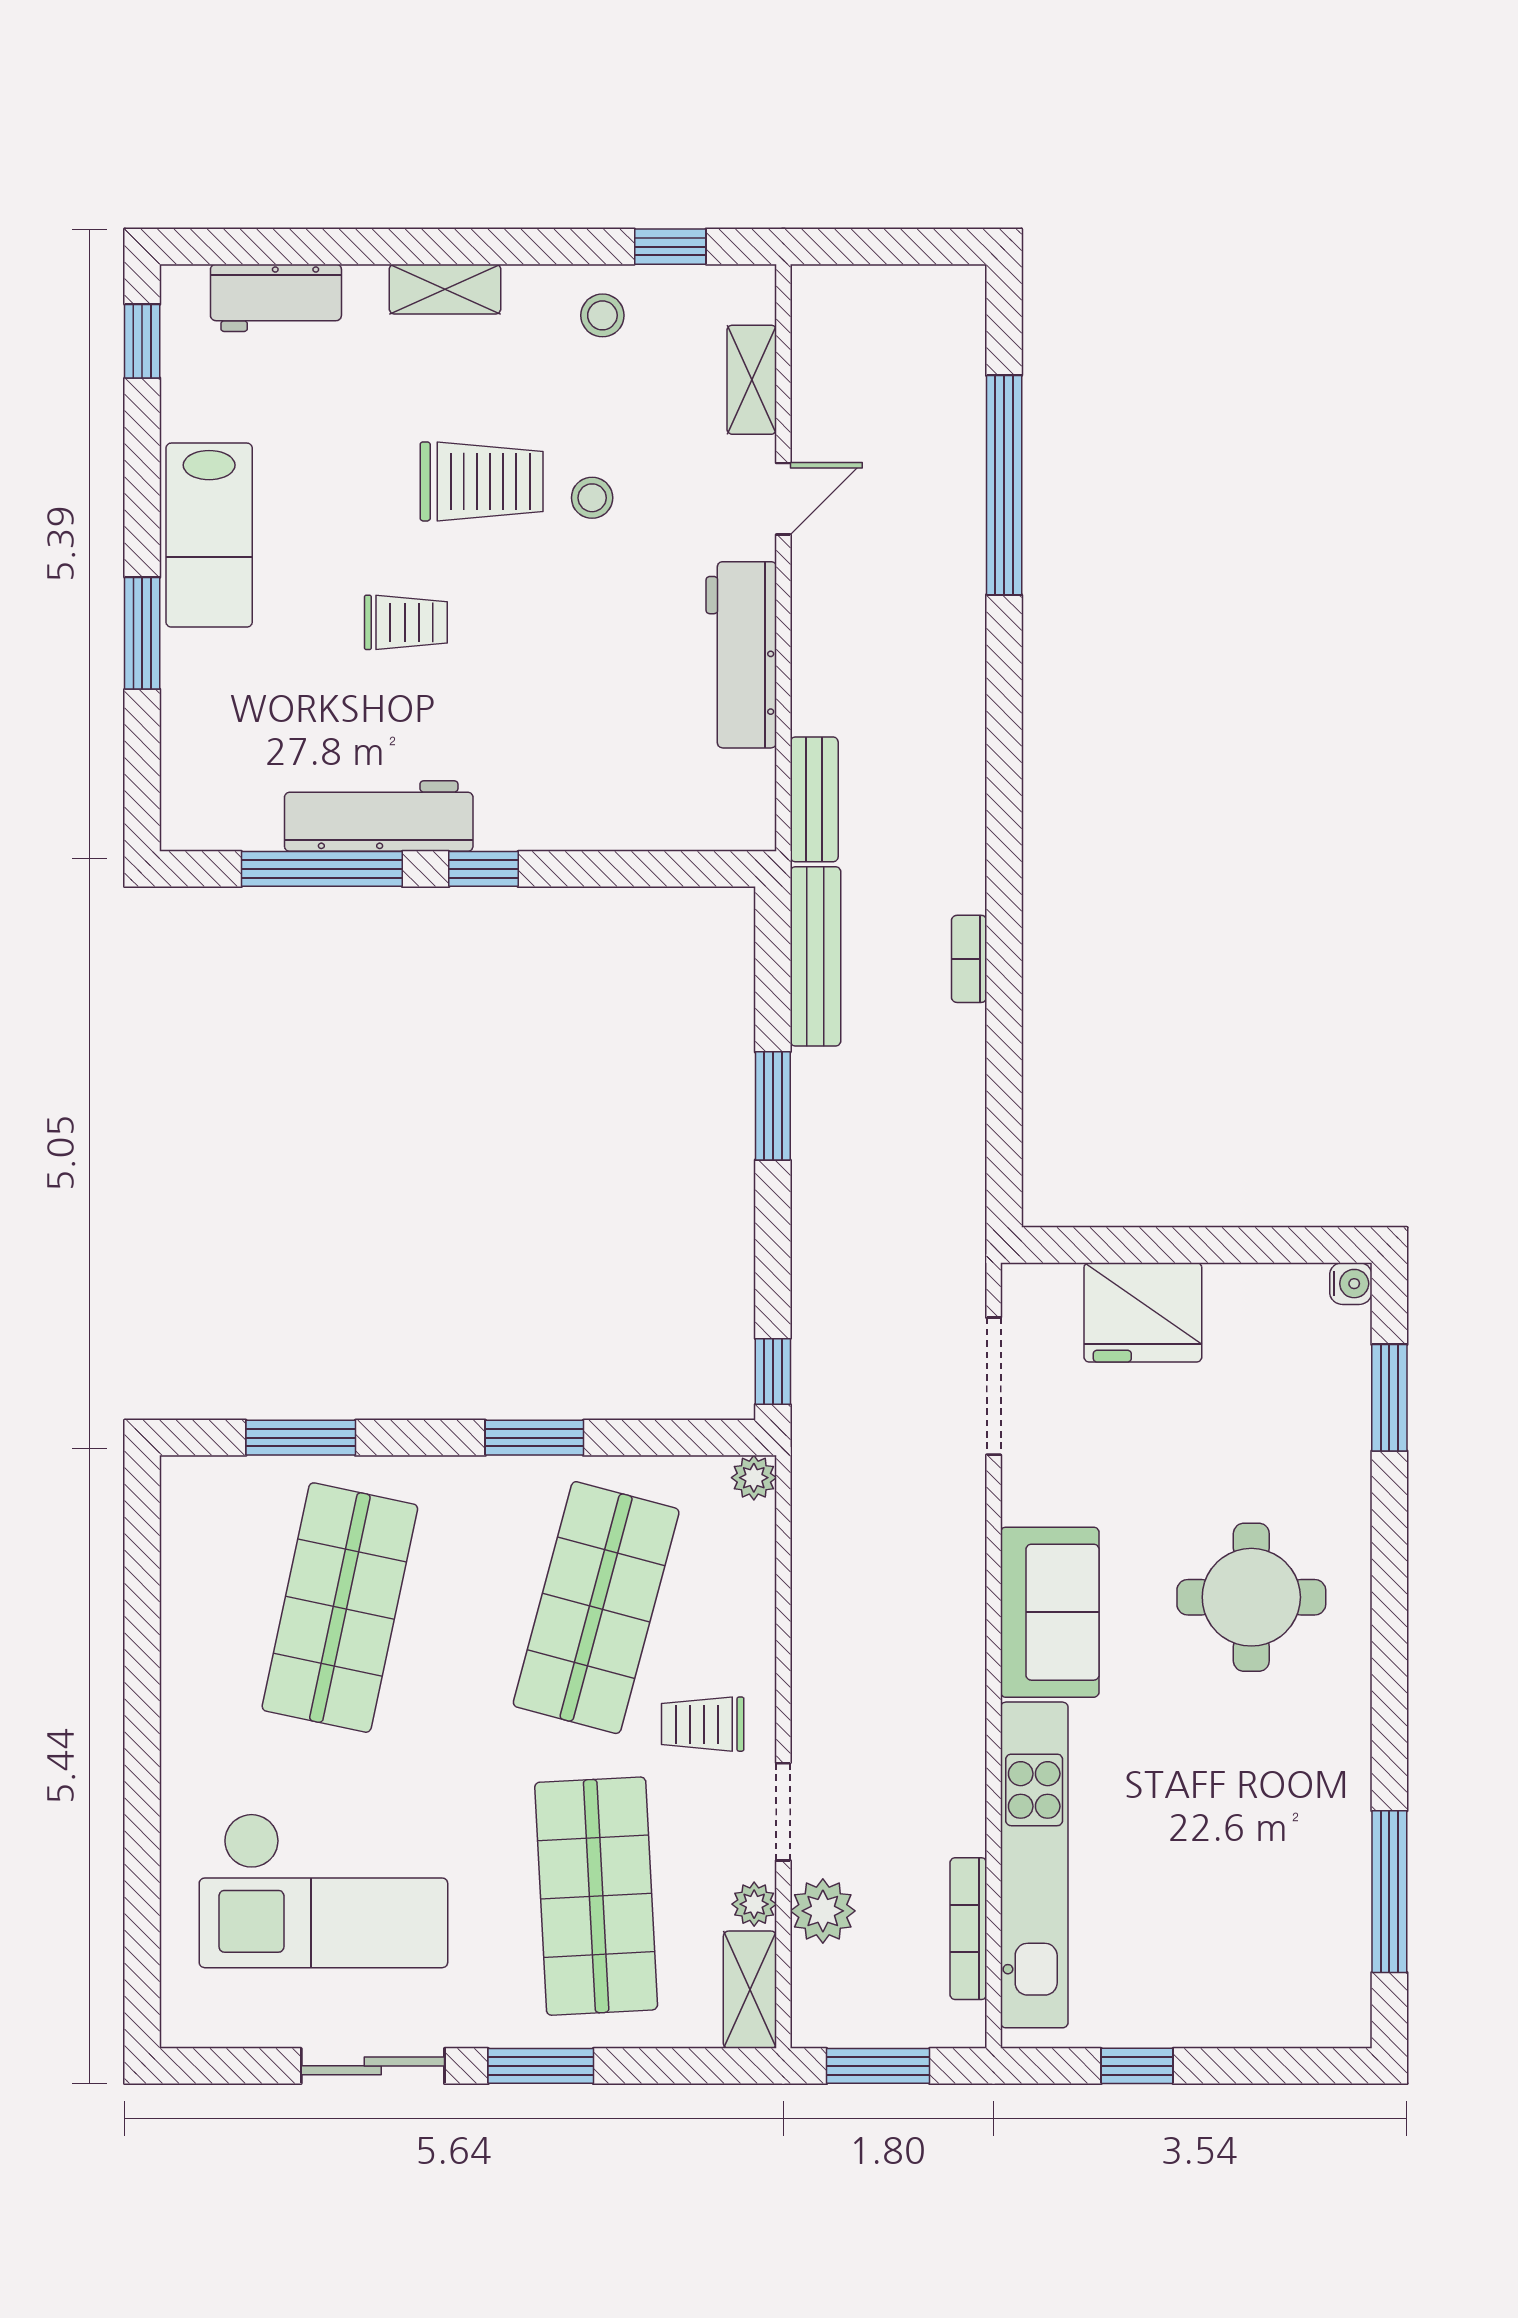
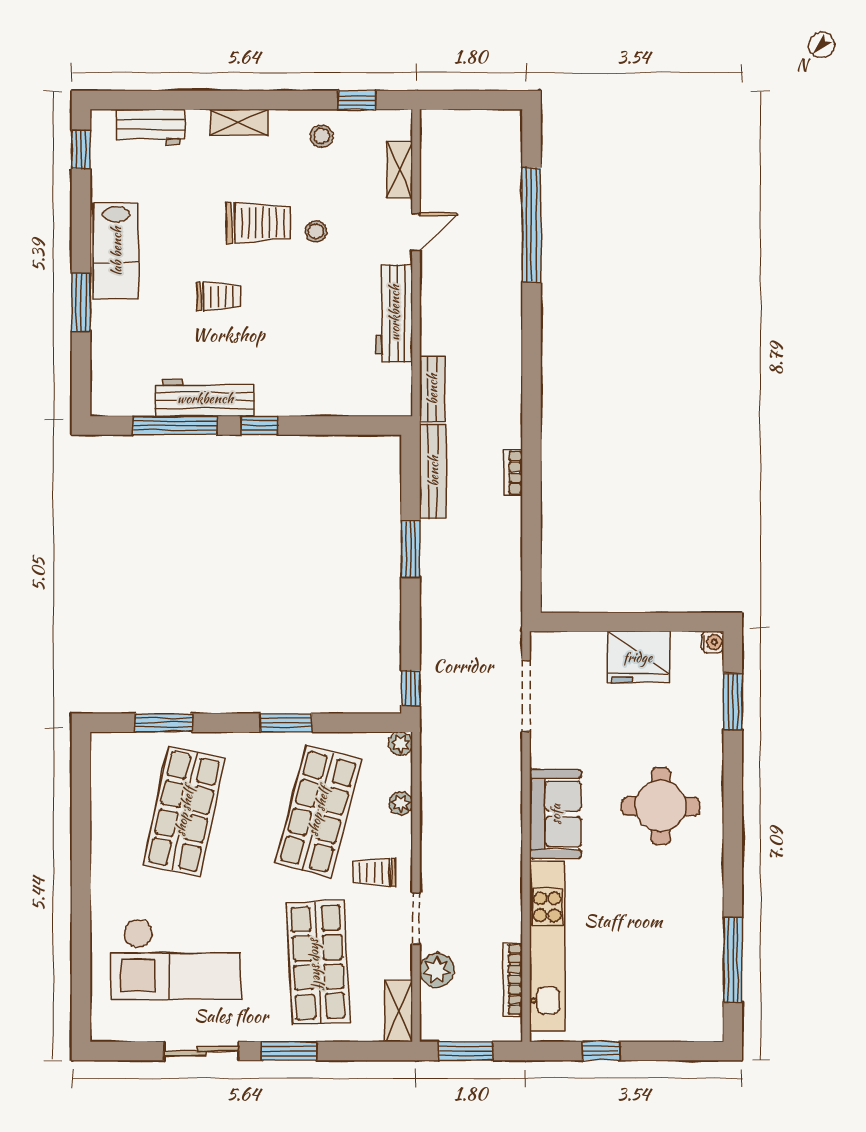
fridge: (1143, 1312) -> (638, 657), moved
plant: (754, 1904) -> (401, 803), moved

